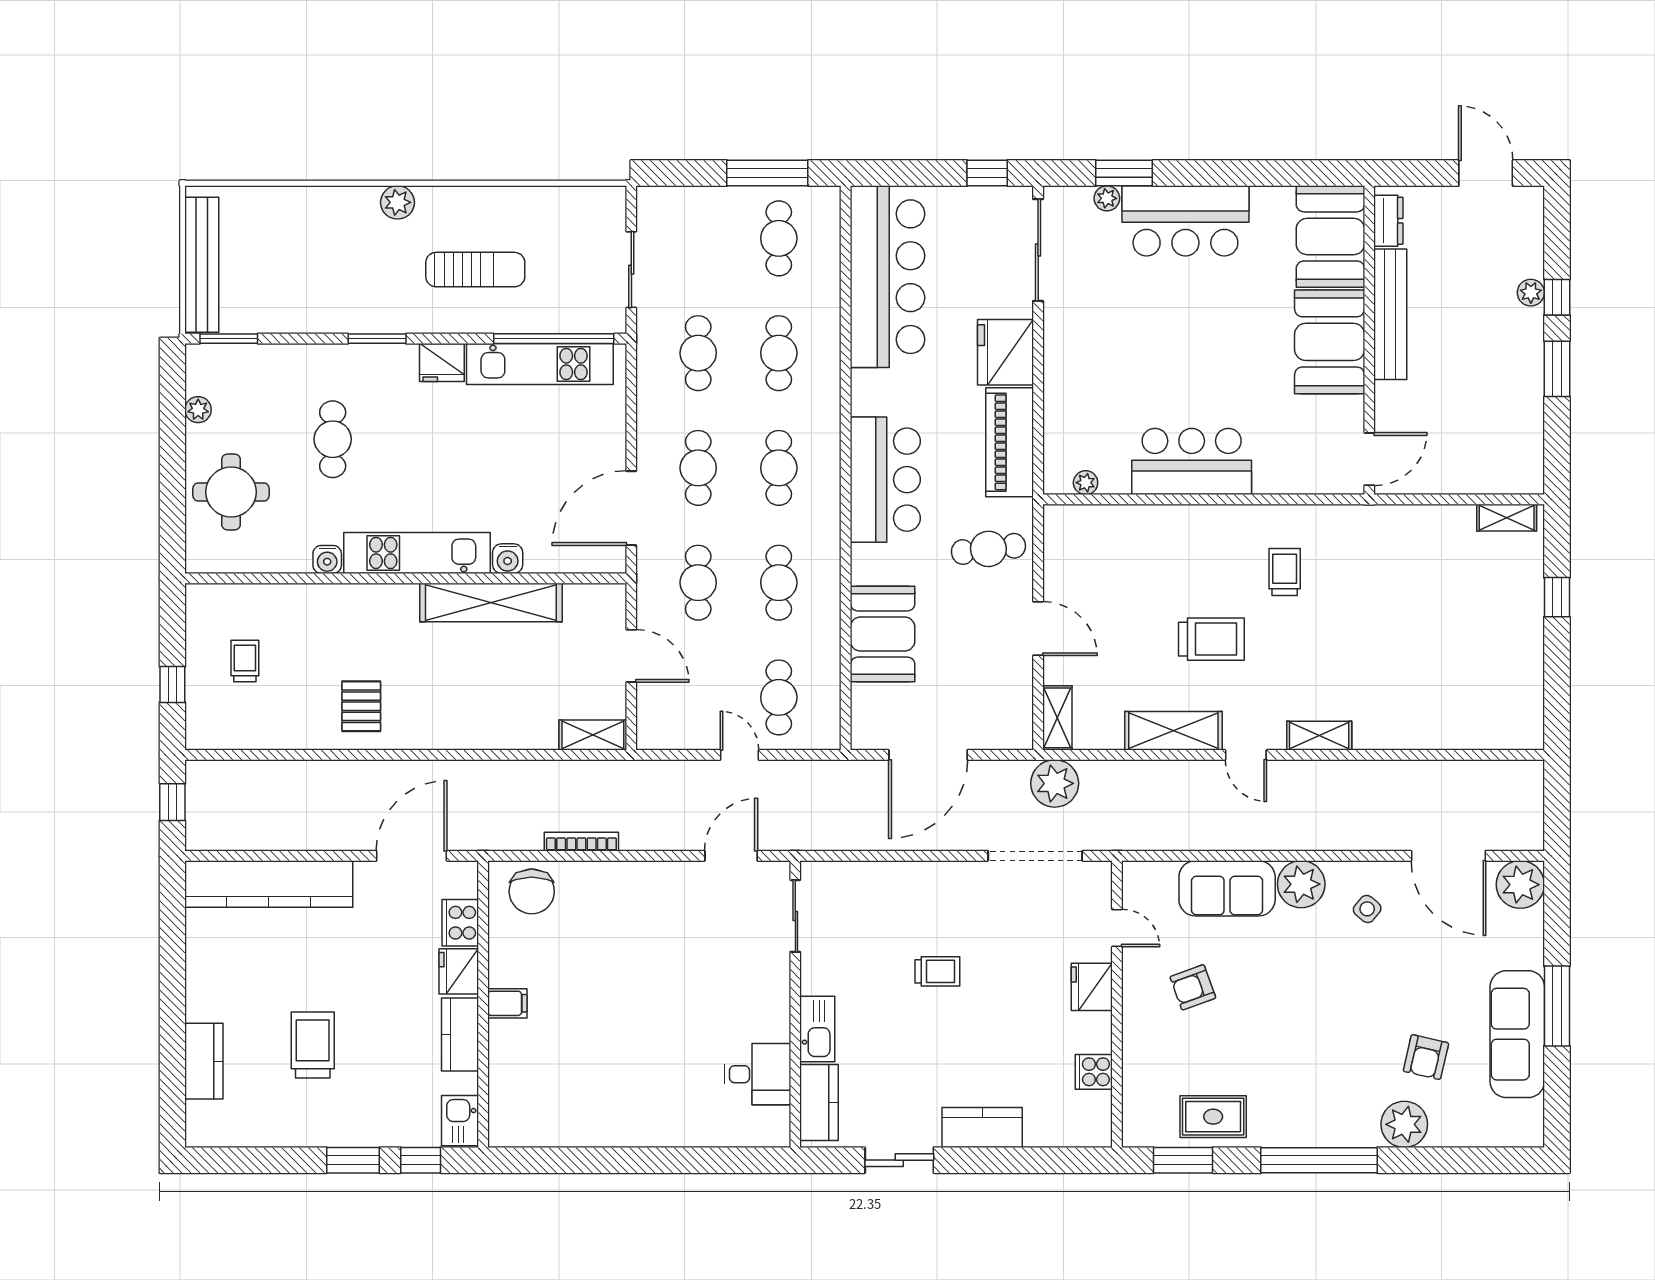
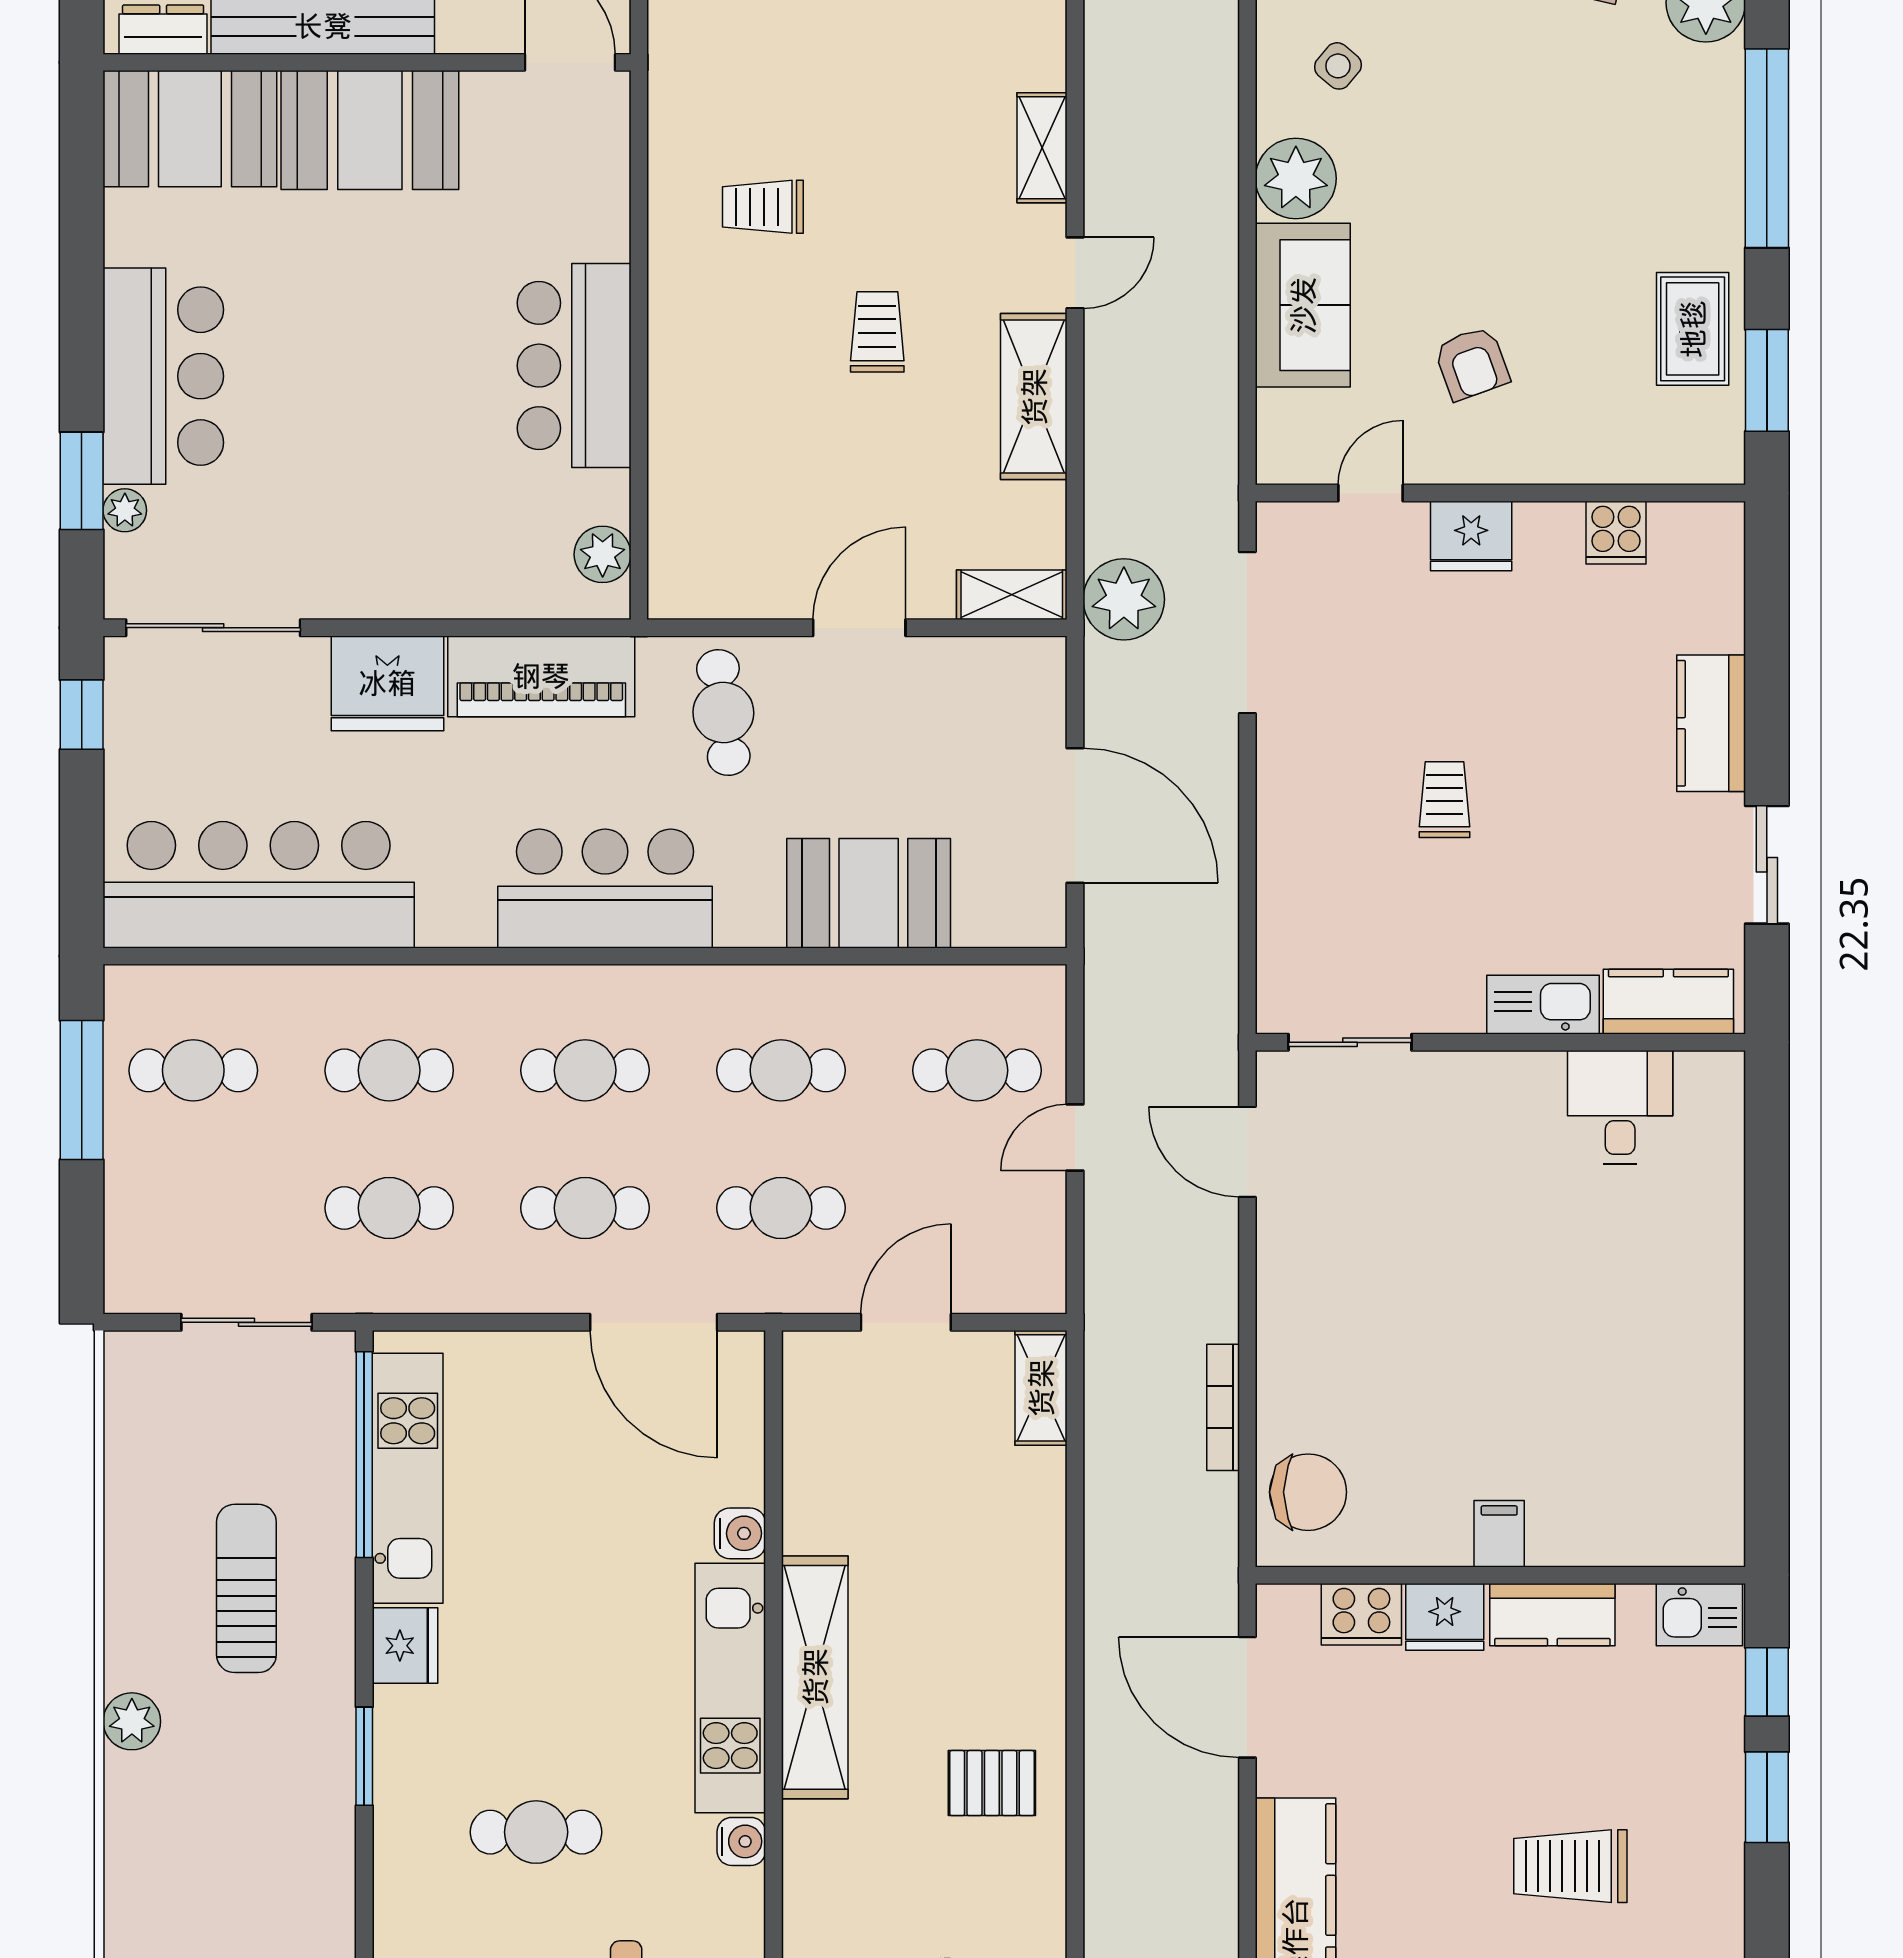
plant: (1086, 483) -> (603, 554), width x1.38, depth x1.38
shelving: (491, 602) -> (815, 1677), moved
trolley: (1211, 639) -> (877, 332), width x0.73, depth x0.72

